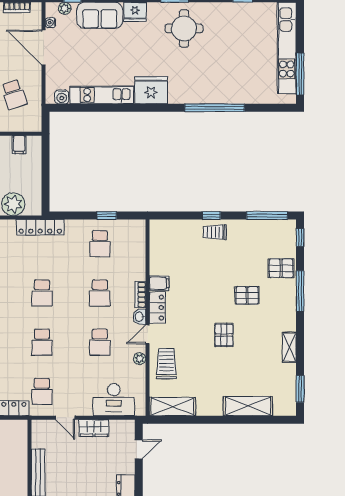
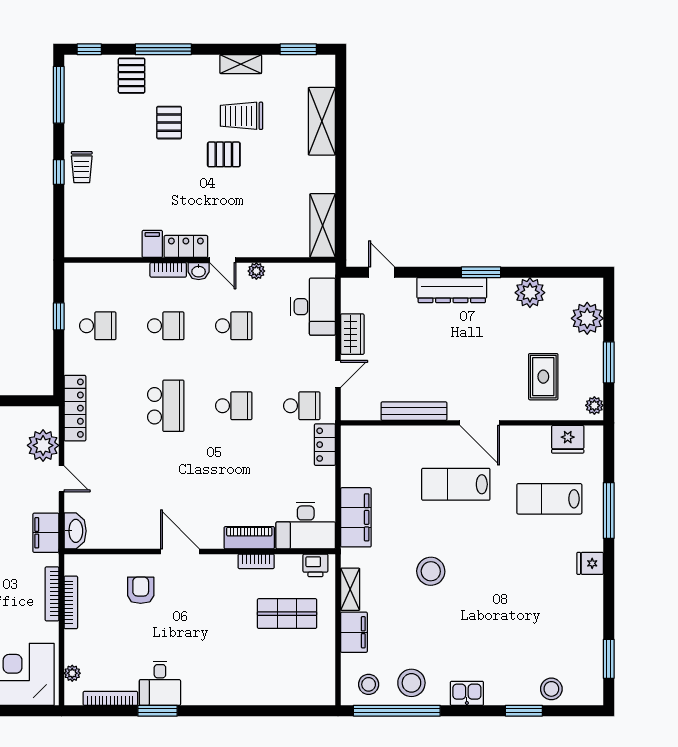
school desk: (42, 293) -> (166, 406), width x1.85
trolley: (166, 364) -> (241, 116), moved

